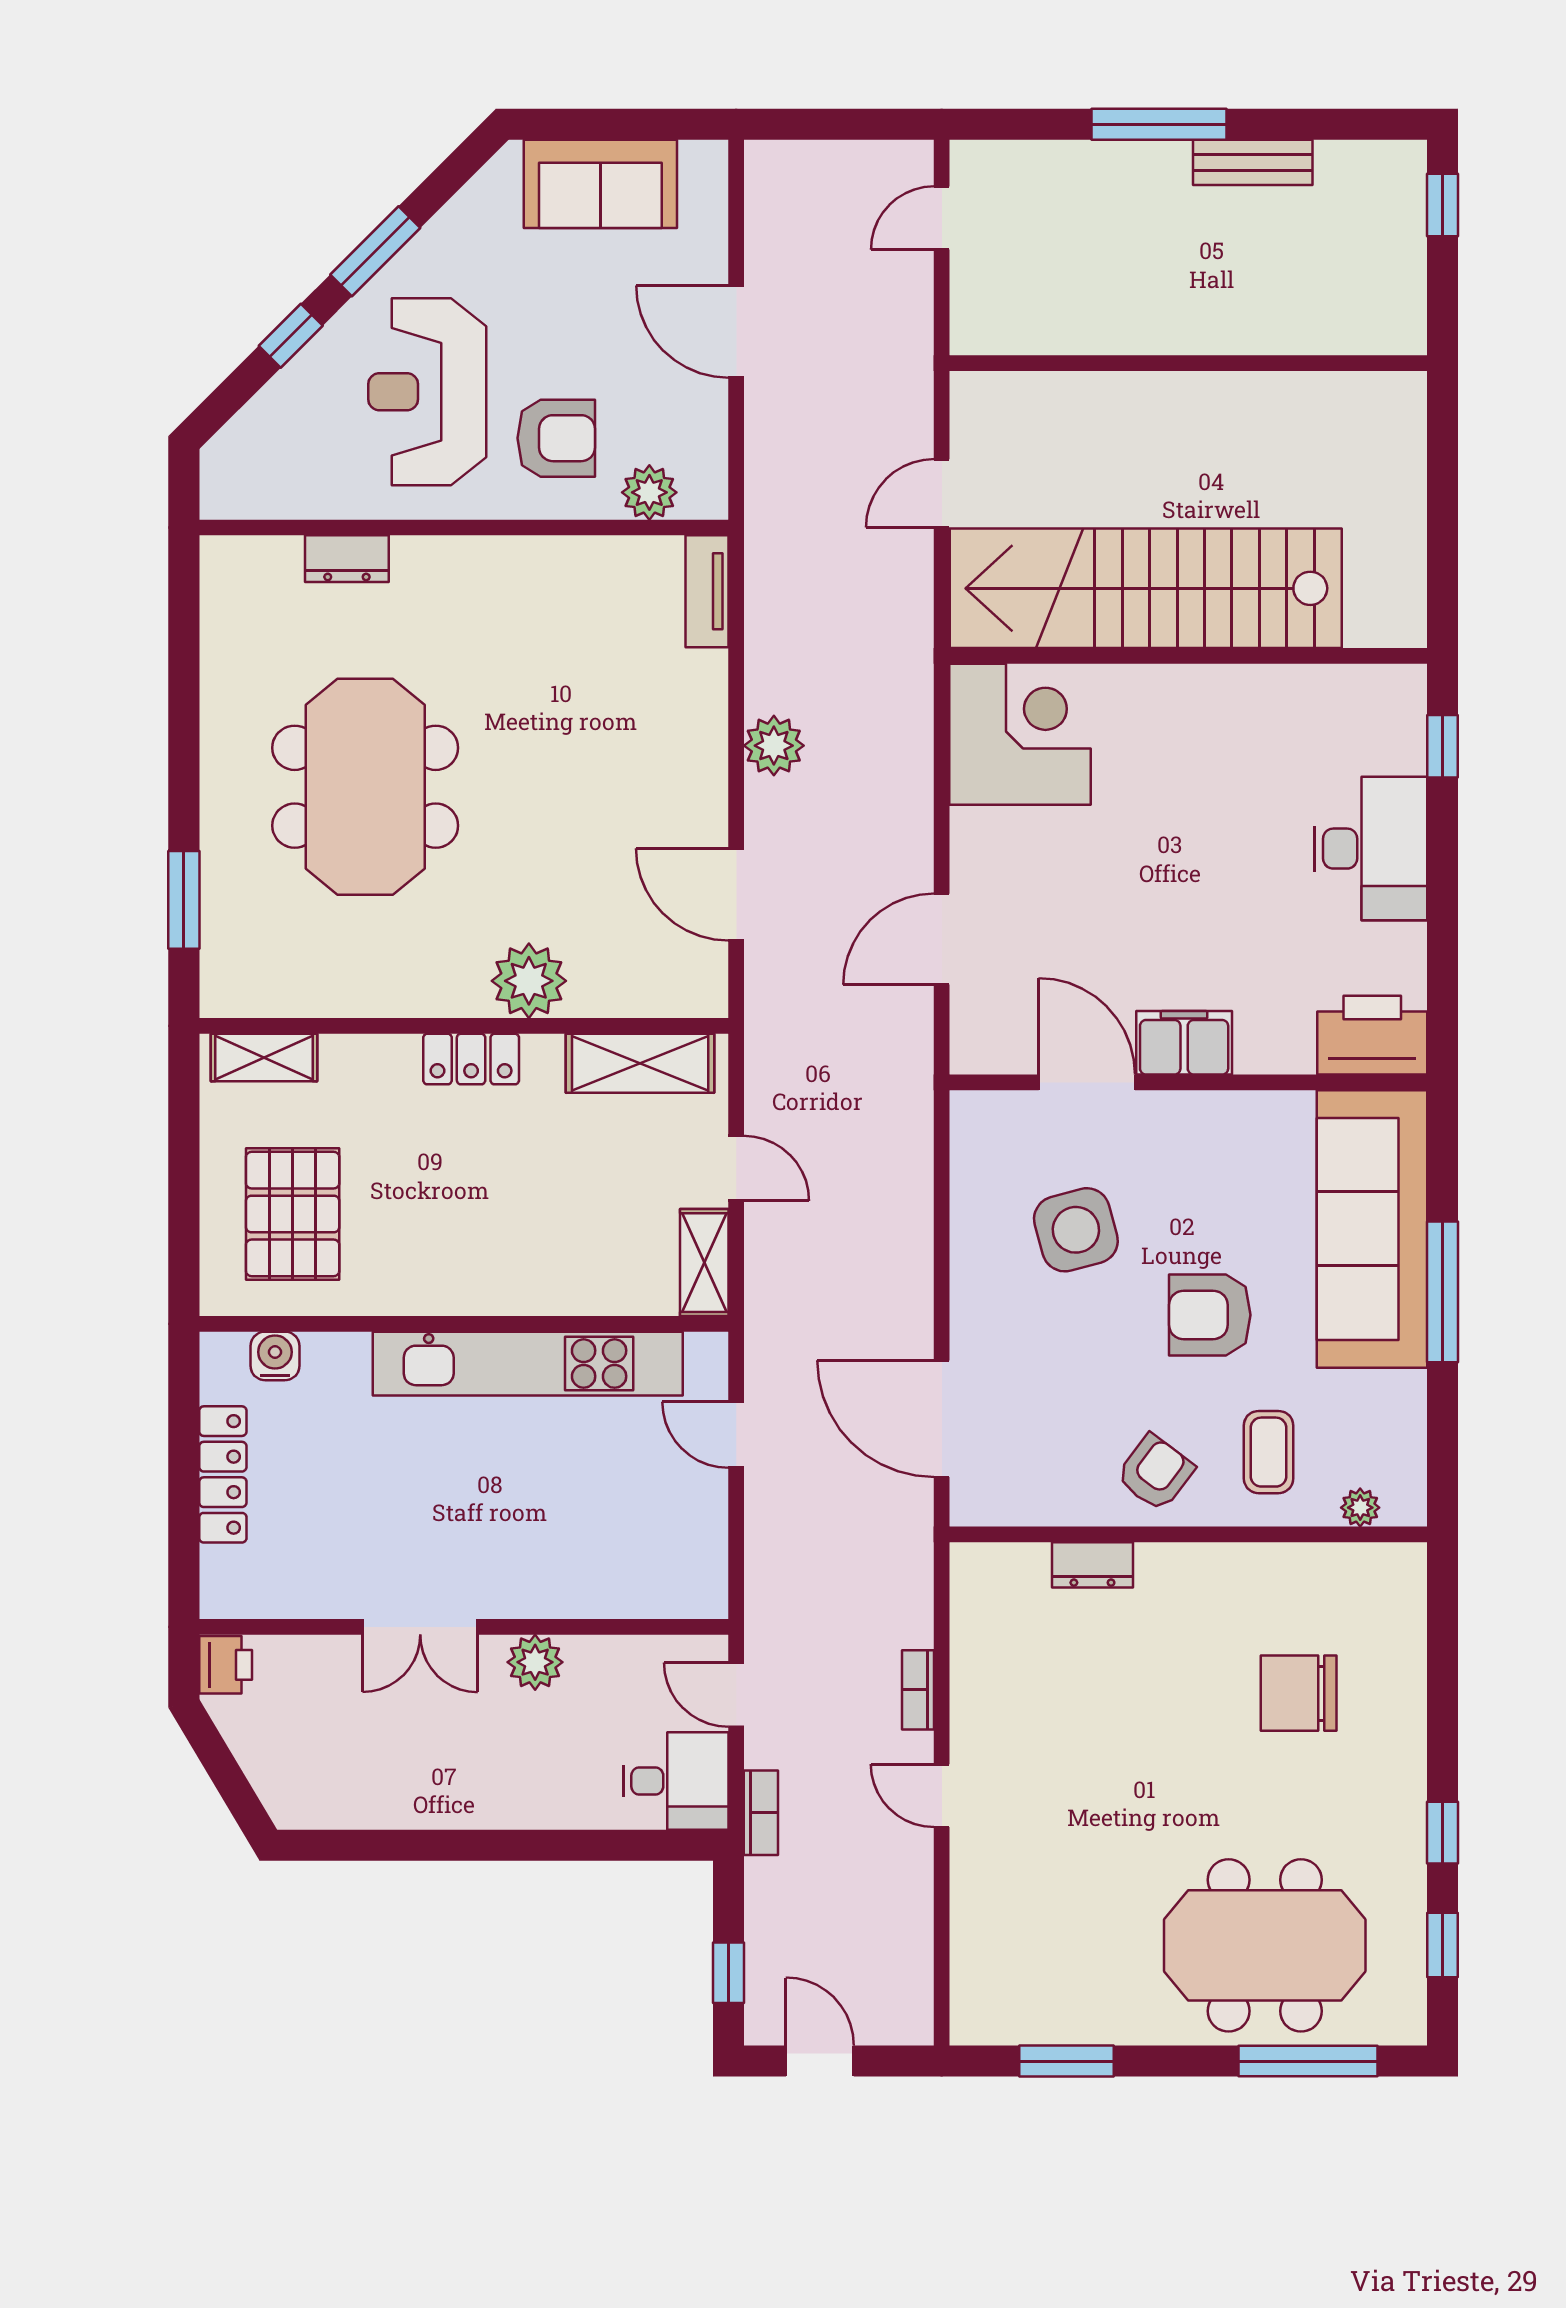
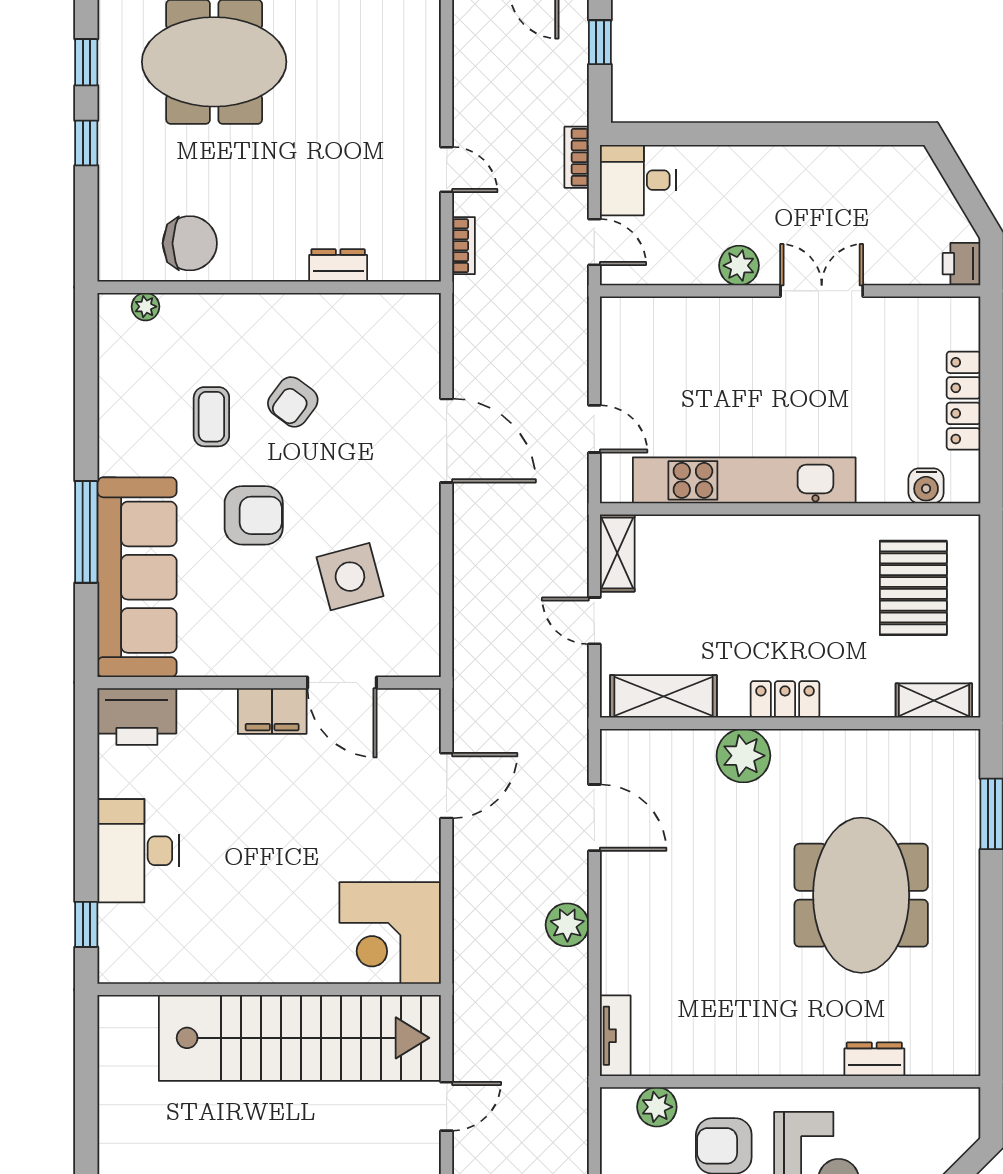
plant: (1360, 1508) -> (146, 307), moved
wall: (1188, 1534) -> (269, 287), moved
dresser: (1092, 1565) -> (338, 265), moved

